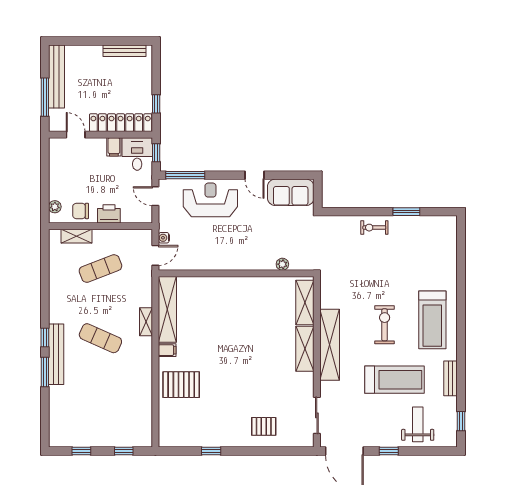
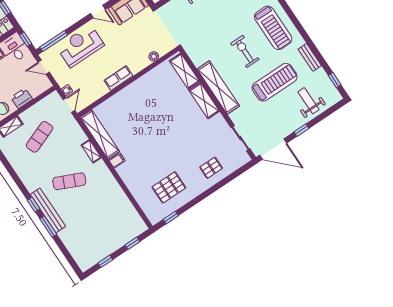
row of seats: (228, 262) -> (118, 78), added
pallet: (181, 385) -> (169, 187), moved
window: (211, 451) -> (171, 218), moved

